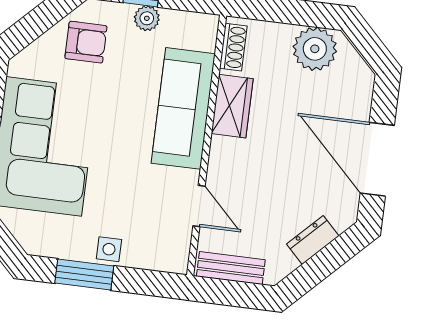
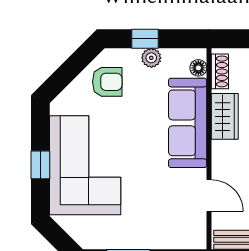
floor lamp: (206, 39) -> (198, 68), added
side table: (109, 249) -> (145, 237), removed

